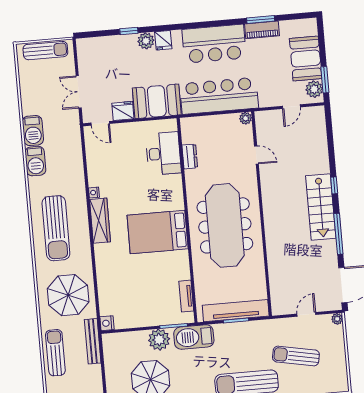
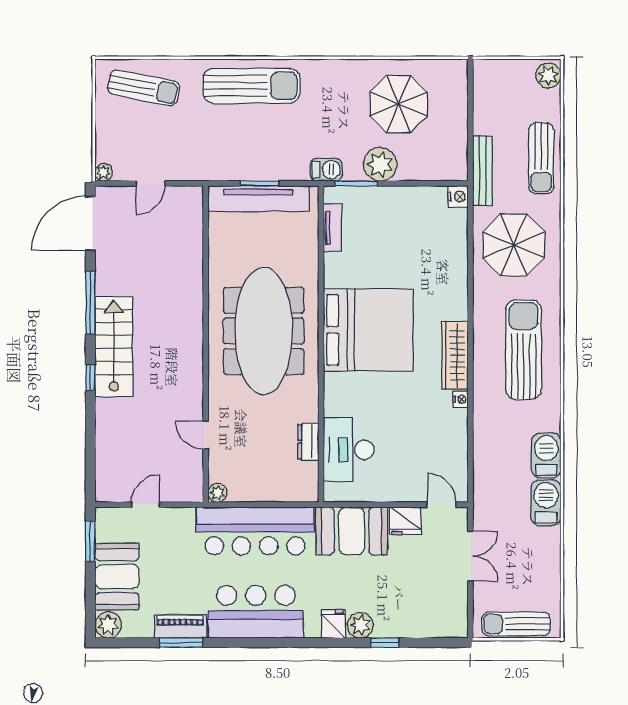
plant: (314, 89) -> (108, 625), moved
bed: (158, 232) -> (368, 330), width x1.36
barbecue: (194, 337) -> (326, 170), width x0.53, depth x0.65
sun lounger: (296, 356) -> (144, 88), moved

